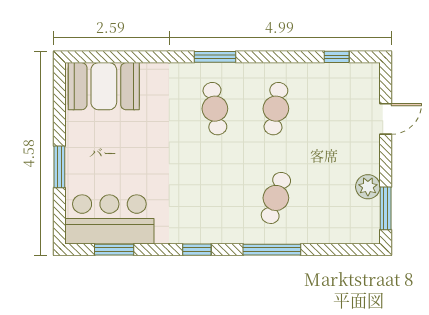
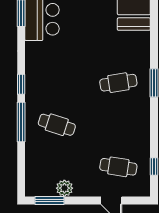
cafe table: (276, 109) -> (118, 167), moved
window: (197, 250) -> (21, 84), moved

